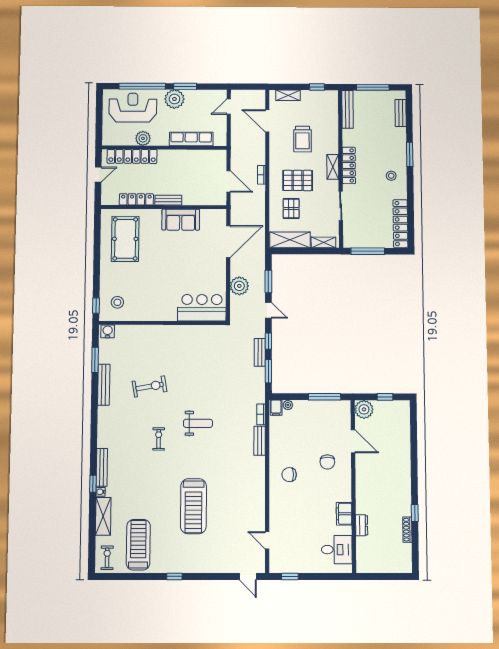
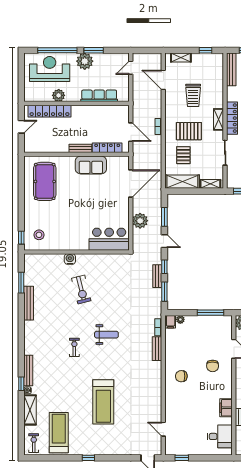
locker: (136, 199) -> (107, 148), moved
water cooler: (108, 331) -> (70, 259), moved
exercise bike: (150, 386) -> (81, 289), moved, turned 86

